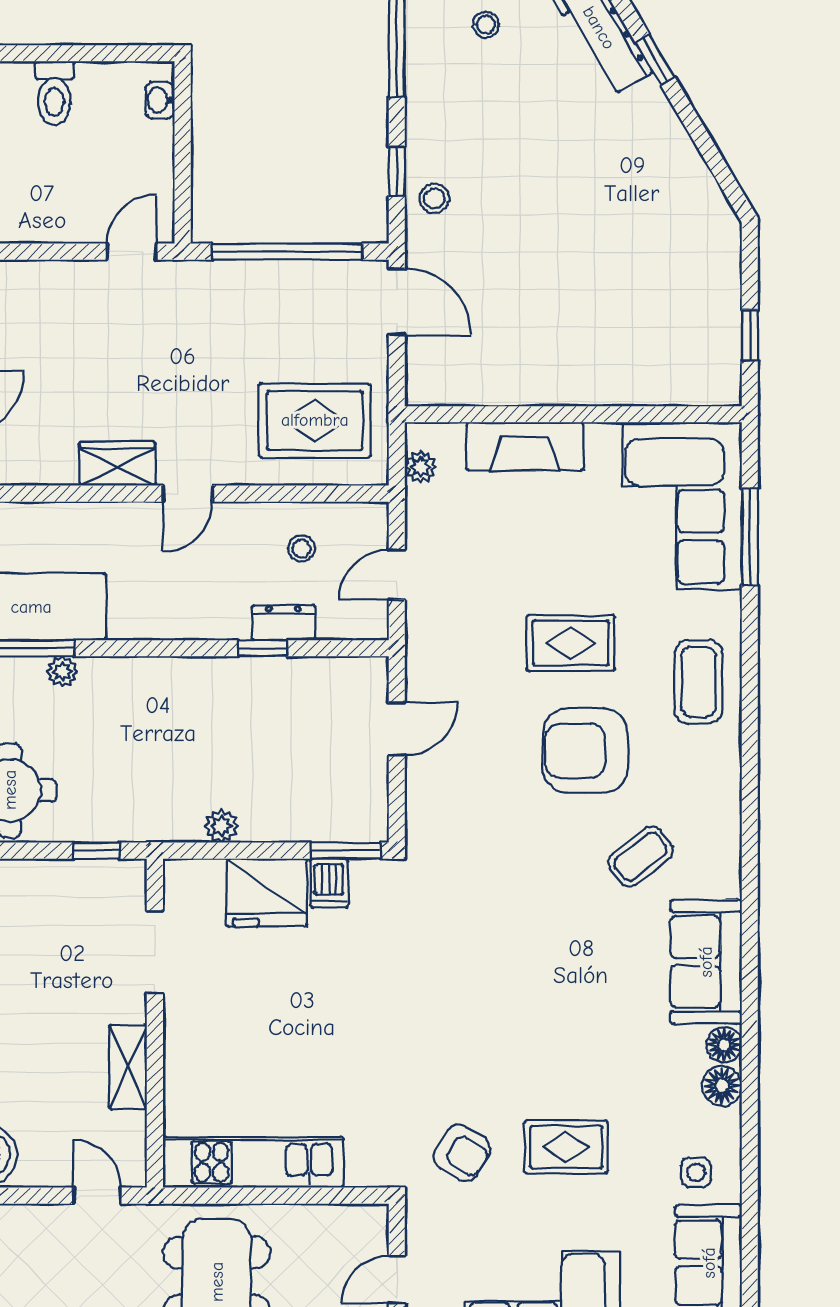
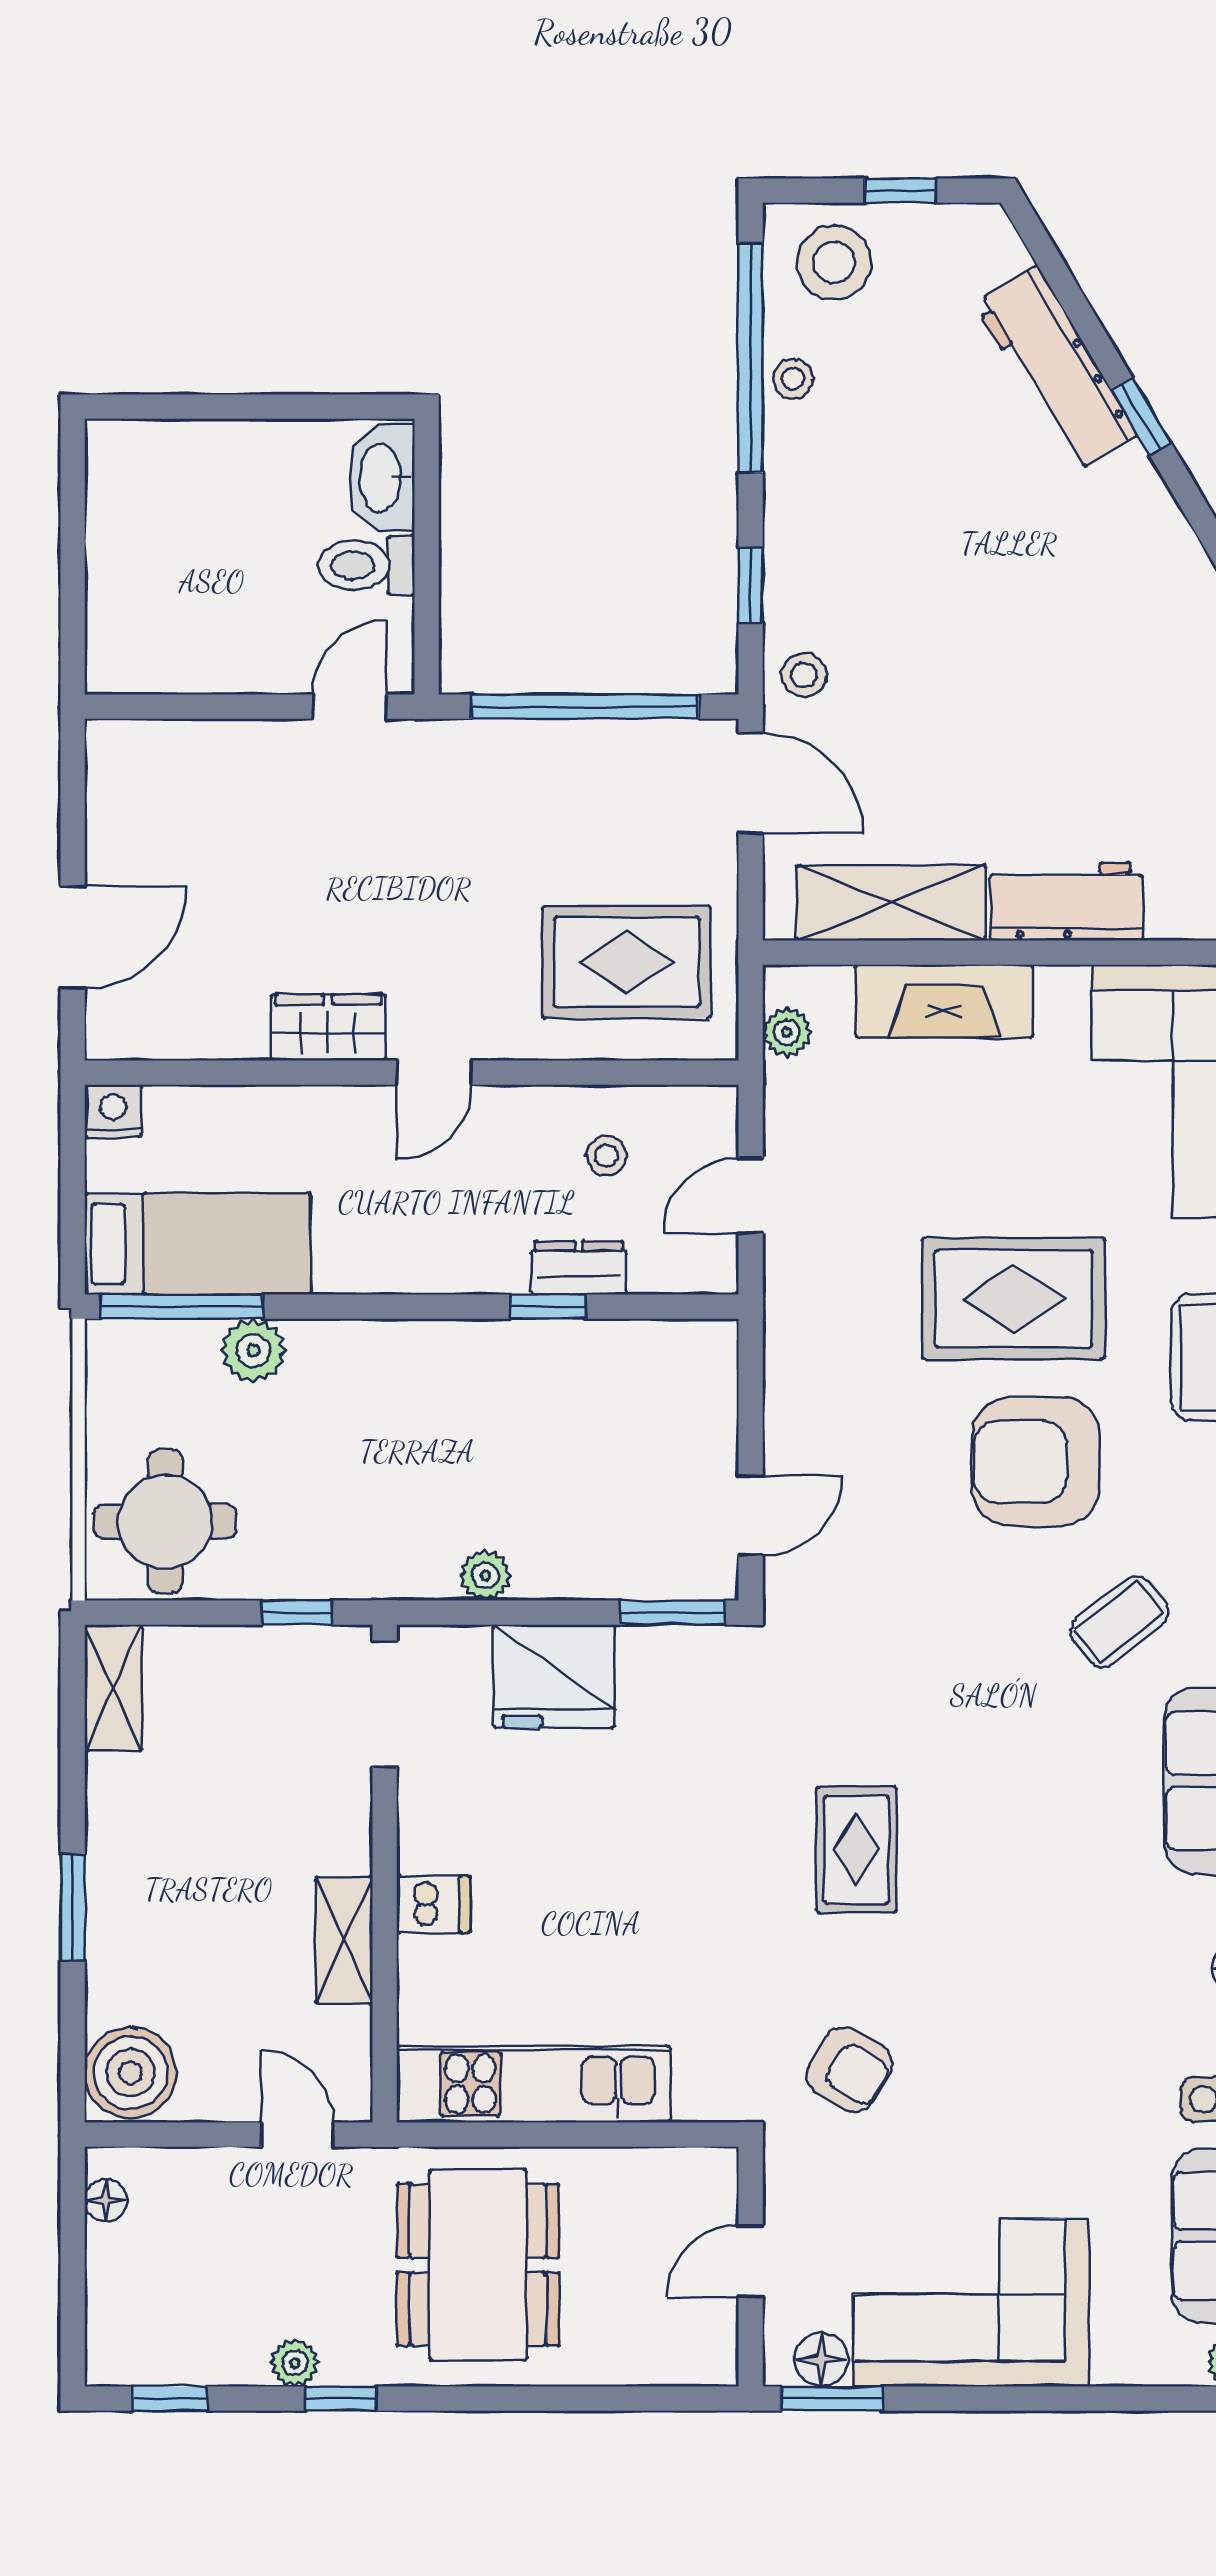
stool: (486, 25) -> (793, 379), moved
toilet: (54, 93) -> (366, 565), moved, turned 90
washbasin: (160, 100) -> (382, 478), width x1.91, depth x1.45
stool: (434, 198) -> (804, 675), moved
workbench: (606, 380) -> (1066, 901), added
shelving: (490, 381) -> (891, 903), added
rug: (571, 643) -> (1014, 1299), width x1.36, depth x1.43
plant: (62, 672) -> (253, 1351), width x1.38, depth x1.38
door: (397, 729) -> (751, 1515), moved
dishwasher: (329, 883) -> (434, 1904), moved, turned -90
doorway: (155, 952) -> (385, 1704), moved
rug: (566, 1147) -> (857, 1850), moved, turned 90

